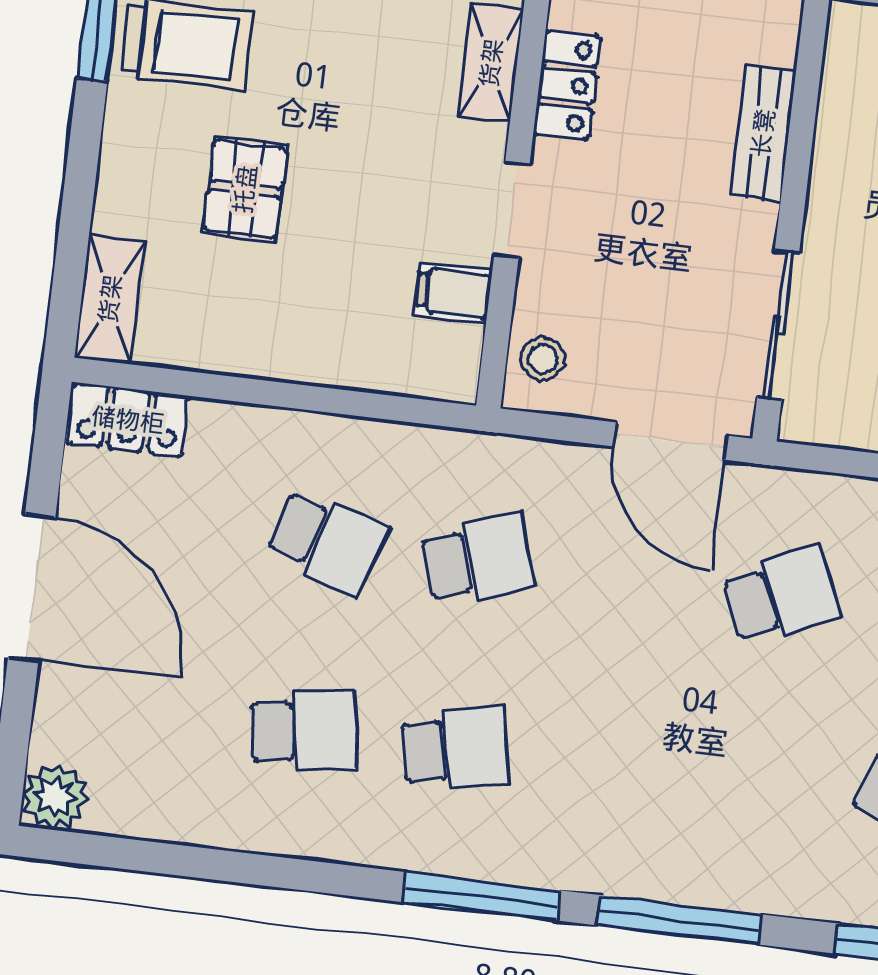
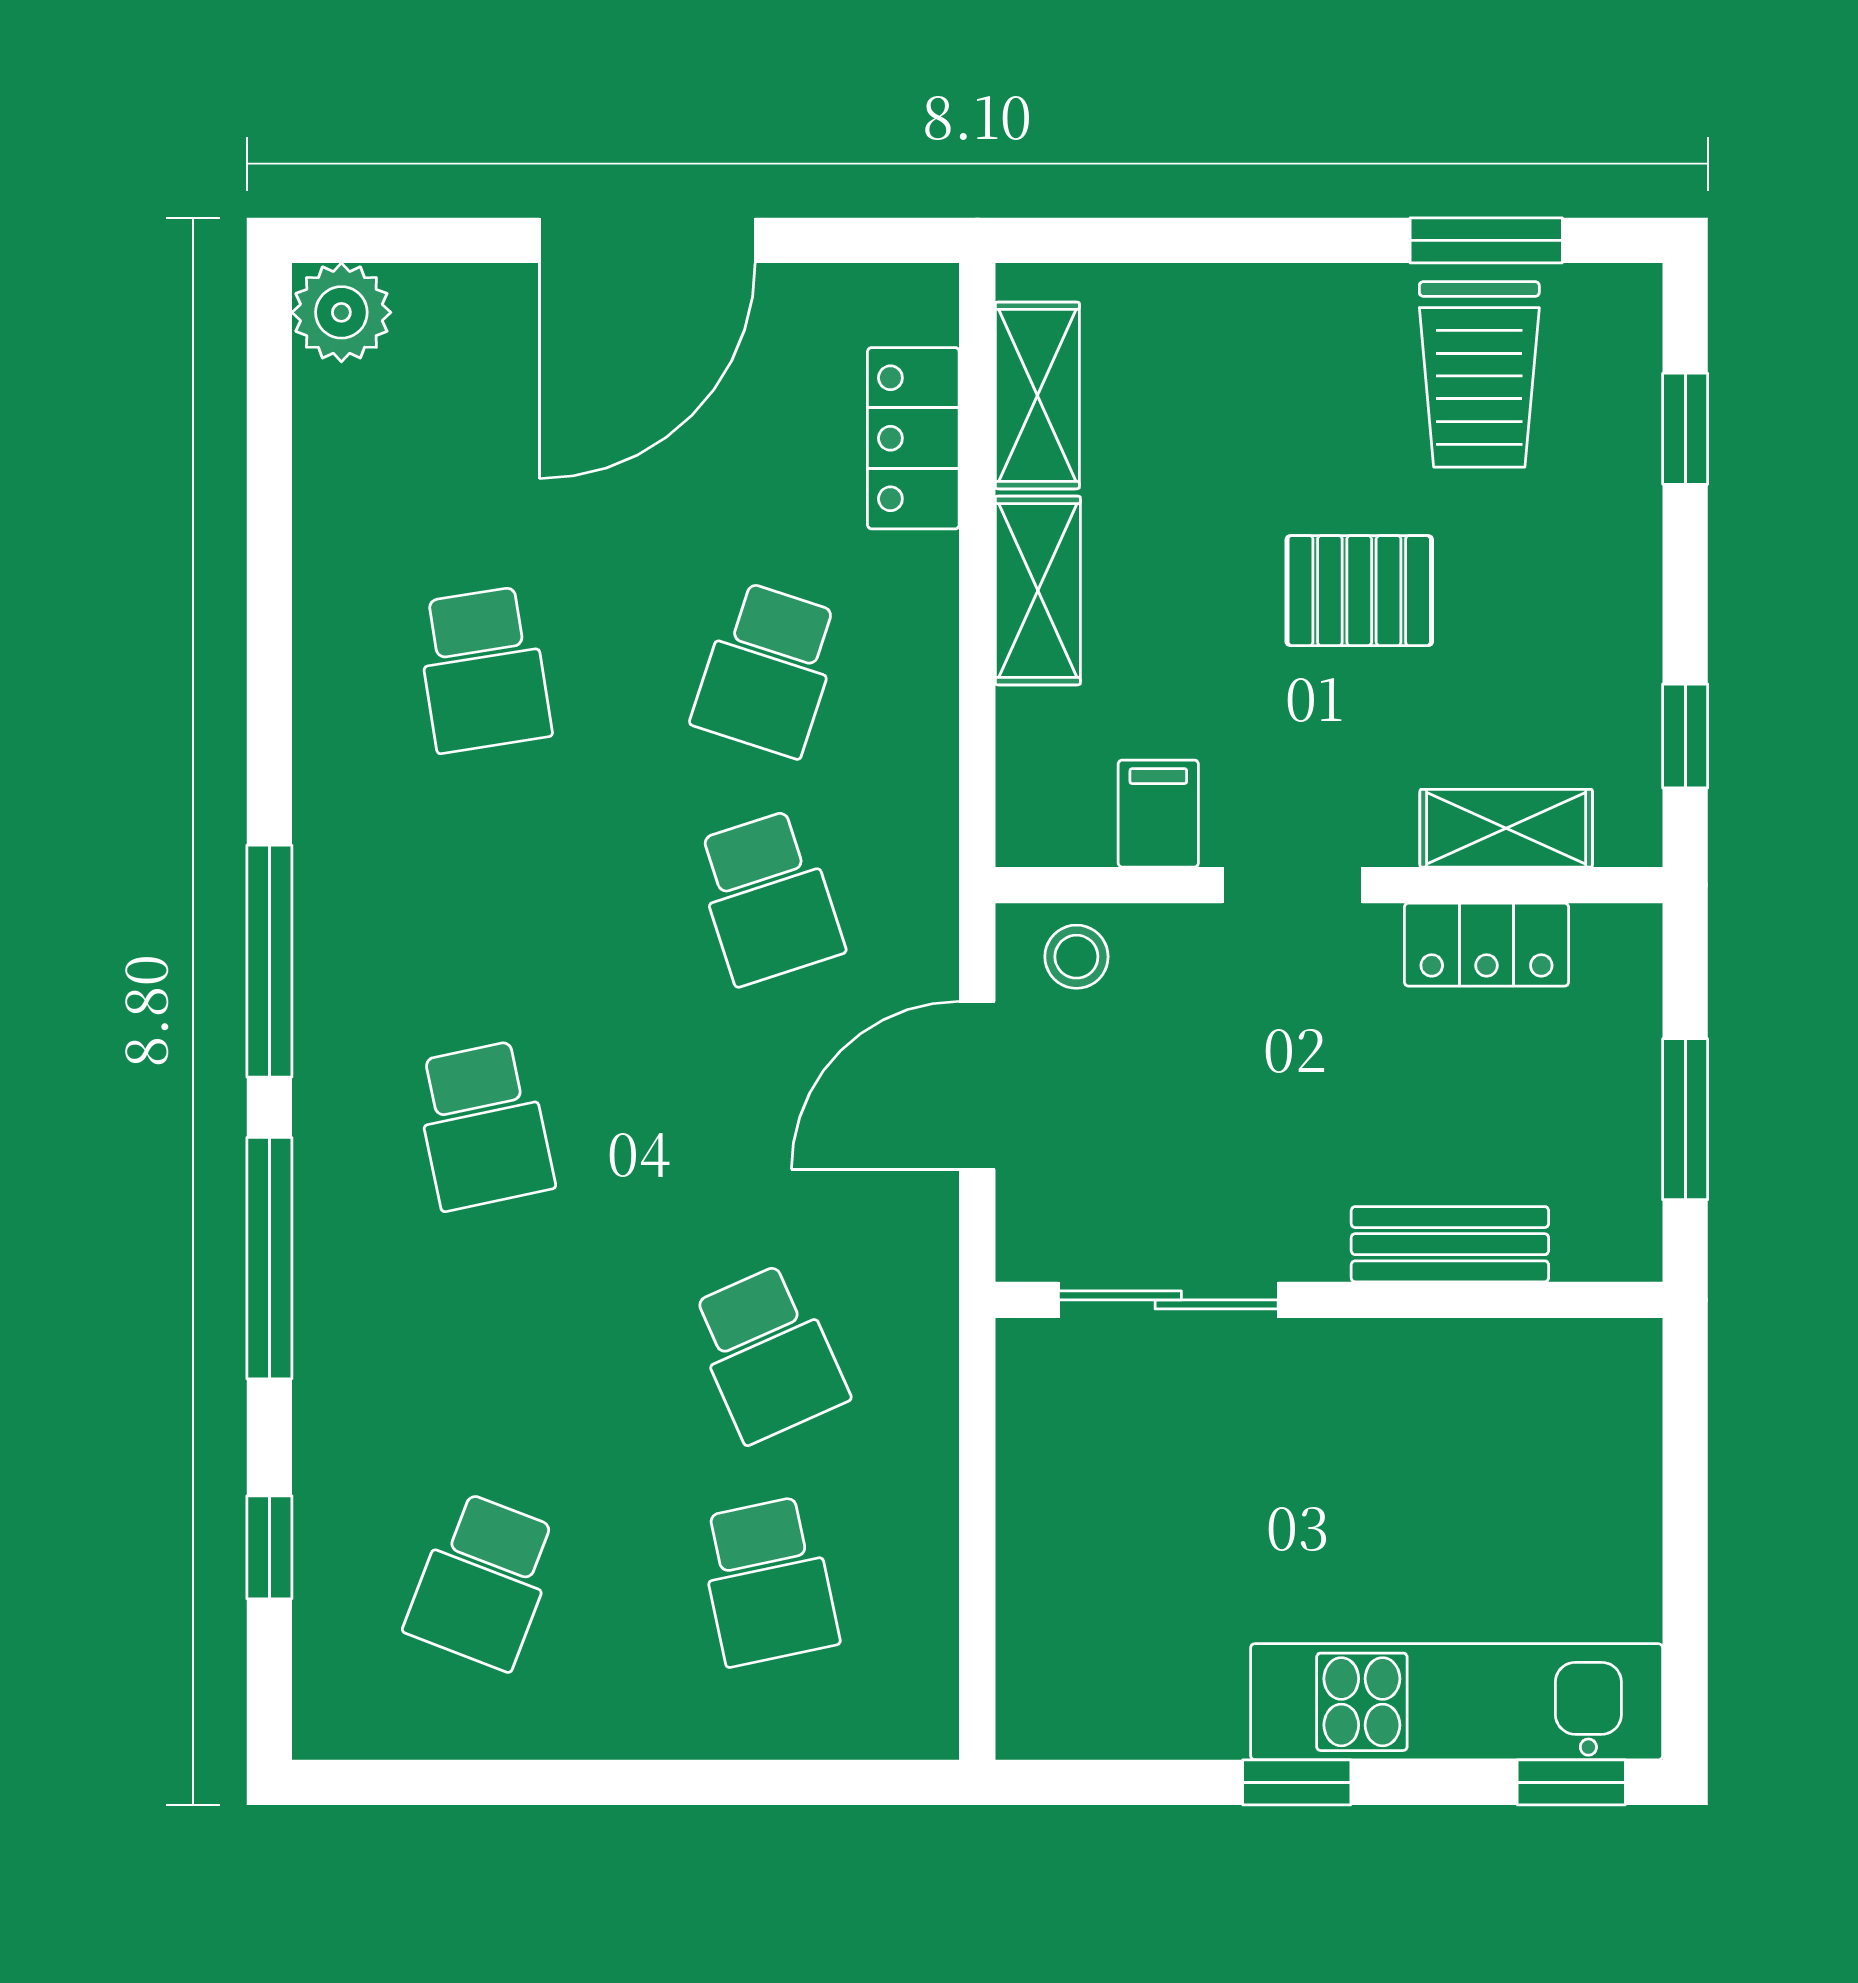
pallet: (245, 189) -> (1359, 591), moved
shelving: (110, 299) -> (1037, 395), moved, turned 90
shelving: (296, 356) -> (1038, 590), added
locker: (128, 420) -> (913, 438), moved
door: (670, 441) -> (977, 1085), moved
school desk: (456, 749) -> (483, 1125), moved

